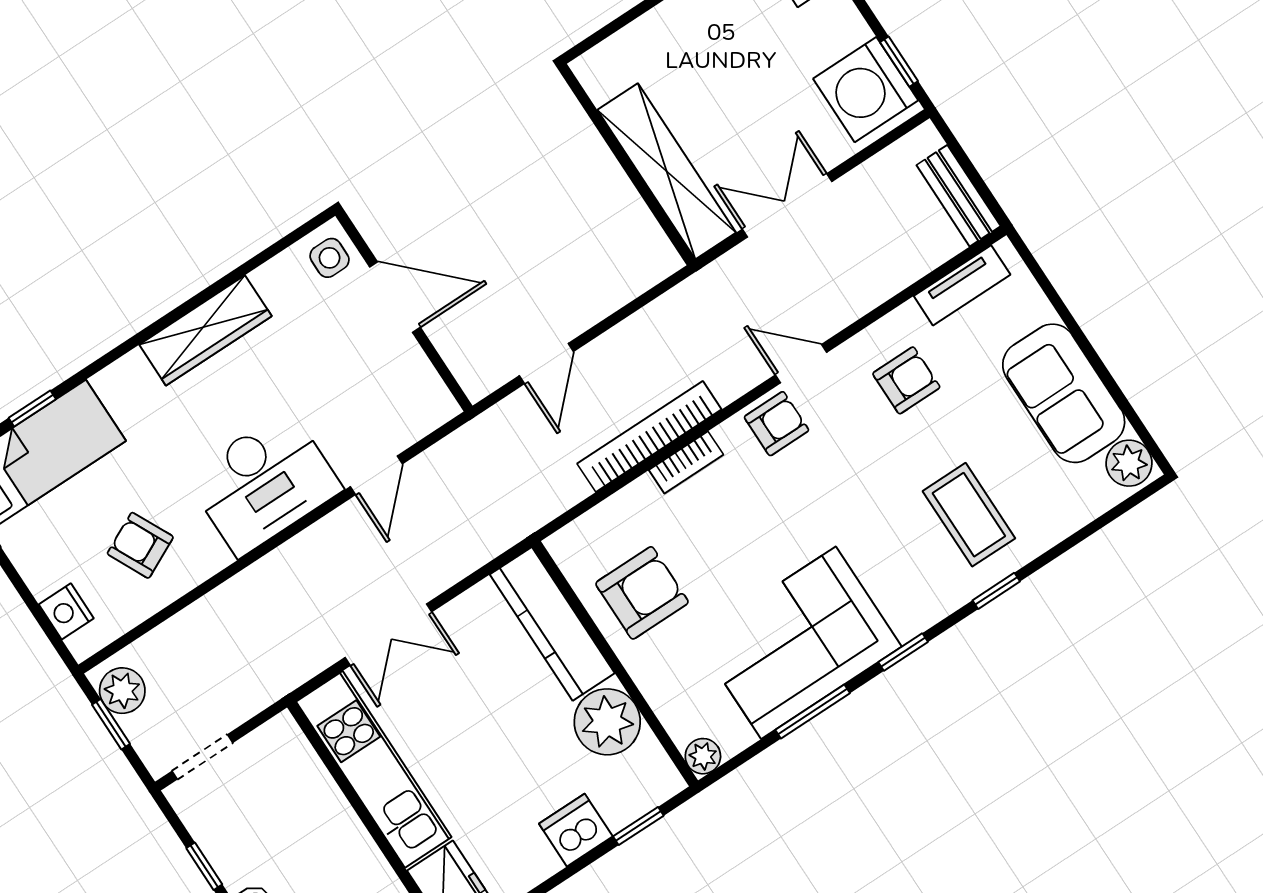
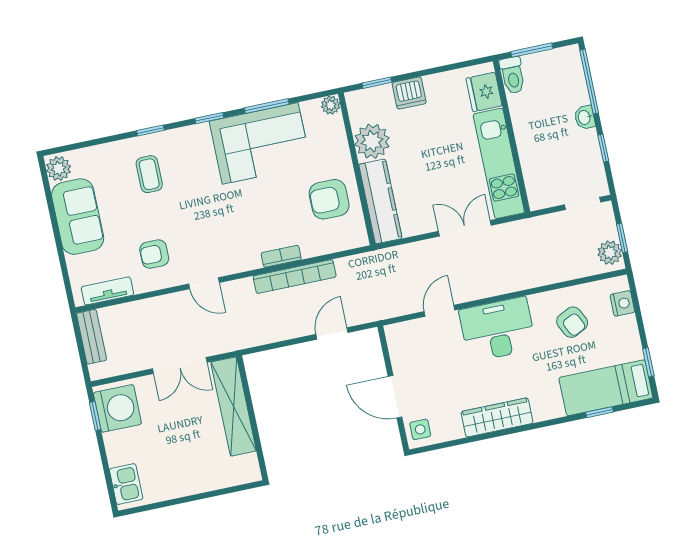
armchair: (776, 424) -> (228, 258), removed
coffee table: (969, 515) -> (149, 174), width x0.73, depth x0.77

